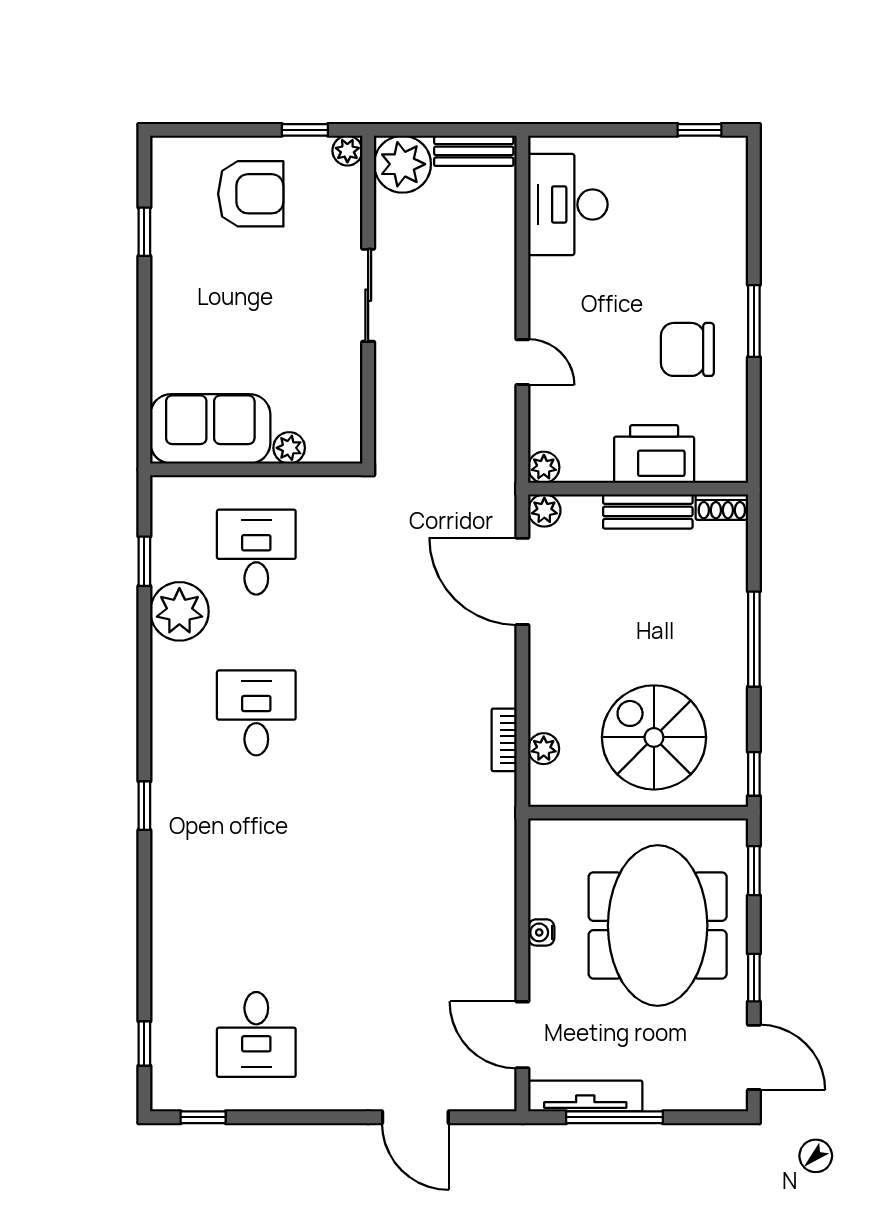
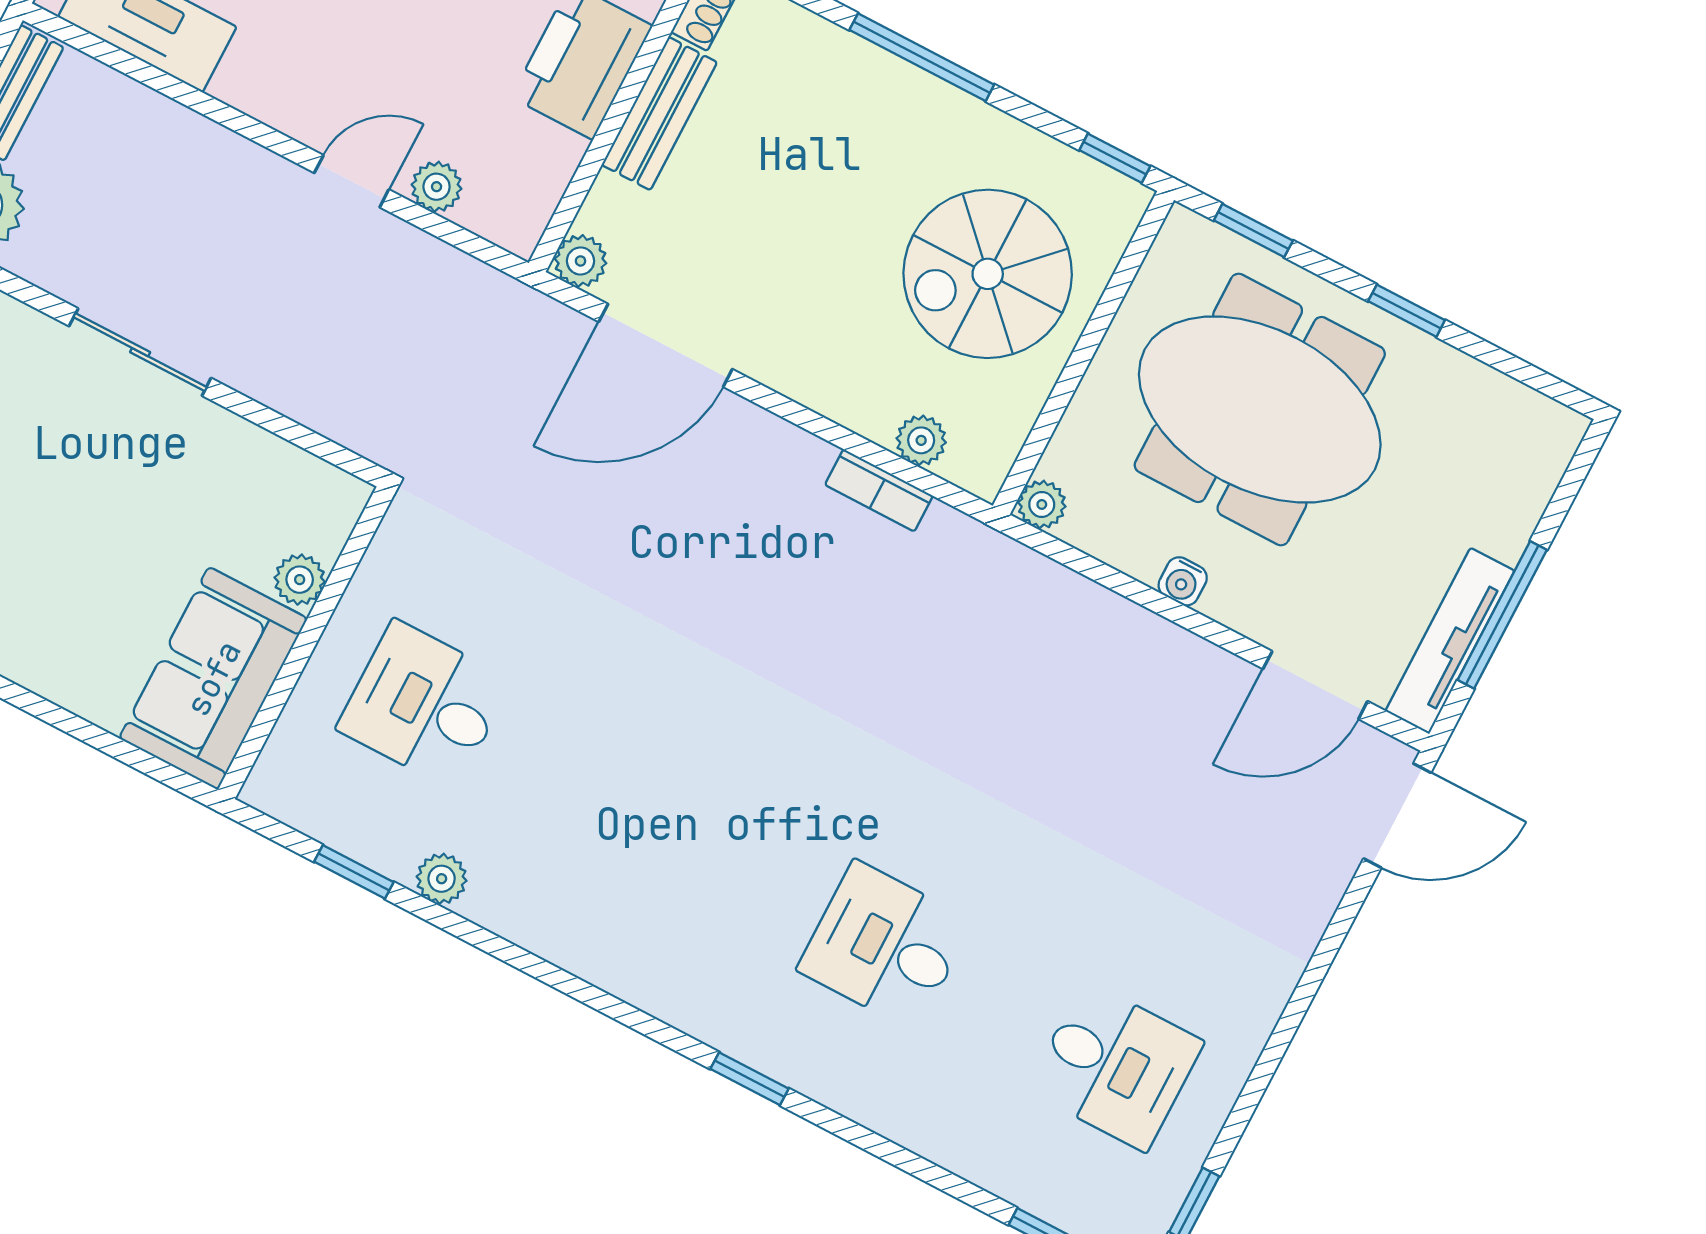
plant: (544, 467) -> (437, 187), moved
plant: (179, 611) -> (442, 879), width x0.53, depth x0.53
desk: (256, 713) -> (885, 946), moved
window: (144, 806) -> (750, 1079), moved
plant: (543, 833) -> (1042, 504), added
door: (754, 1057) -> (1521, 370), removed
door: (415, 1117) -> (1397, 816), moved

